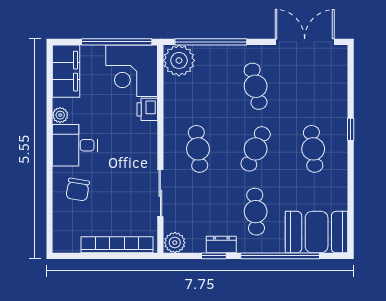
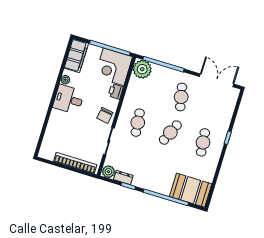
chair: (78, 190) -> (105, 115), moved
cafe table: (256, 212) -> (160, 168), removed
dresser: (221, 245) -> (123, 177), moved

